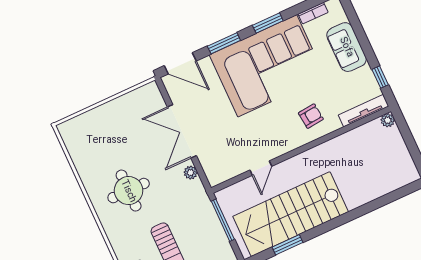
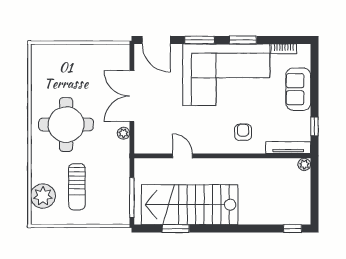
armchair: (311, 116) -> (243, 132), turned -84
door: (261, 168) -> (183, 156), swing flipped
window: (406, 190) -> (293, 229), added
round table: (129, 191) -> (66, 125), width x1.36, depth x1.36
window: (223, 220) -> (132, 198), moved

